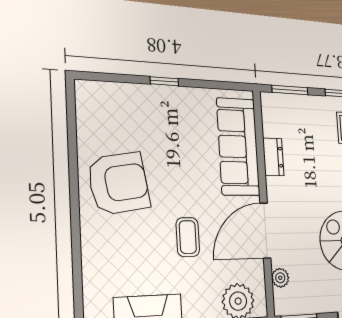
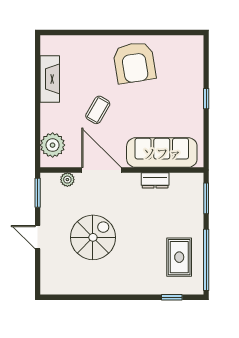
coffee table: (188, 237) -> (98, 110), turned -60

